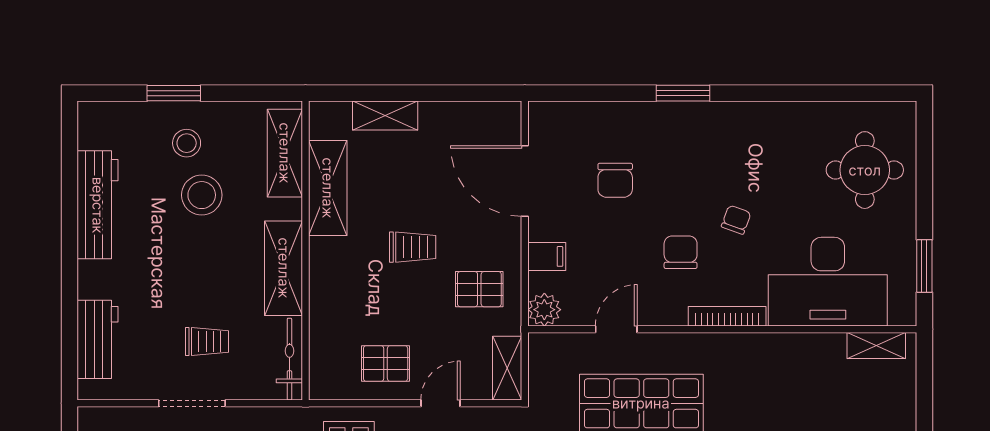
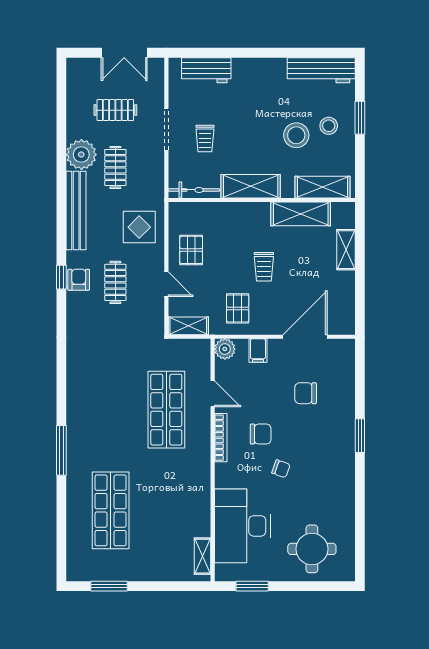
workbench: (98, 205) -> (321, 70), moved
bookcase: (727, 316) -> (221, 438), moved

